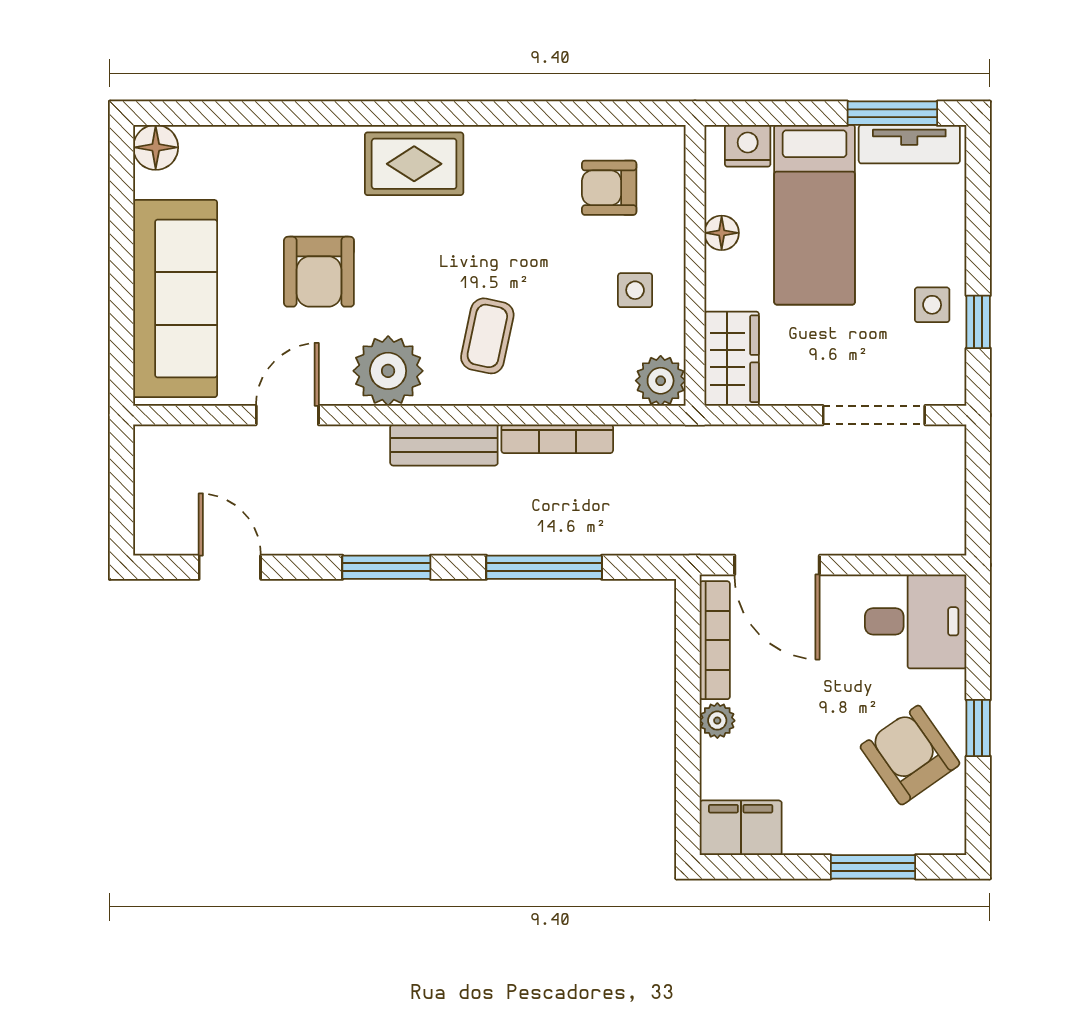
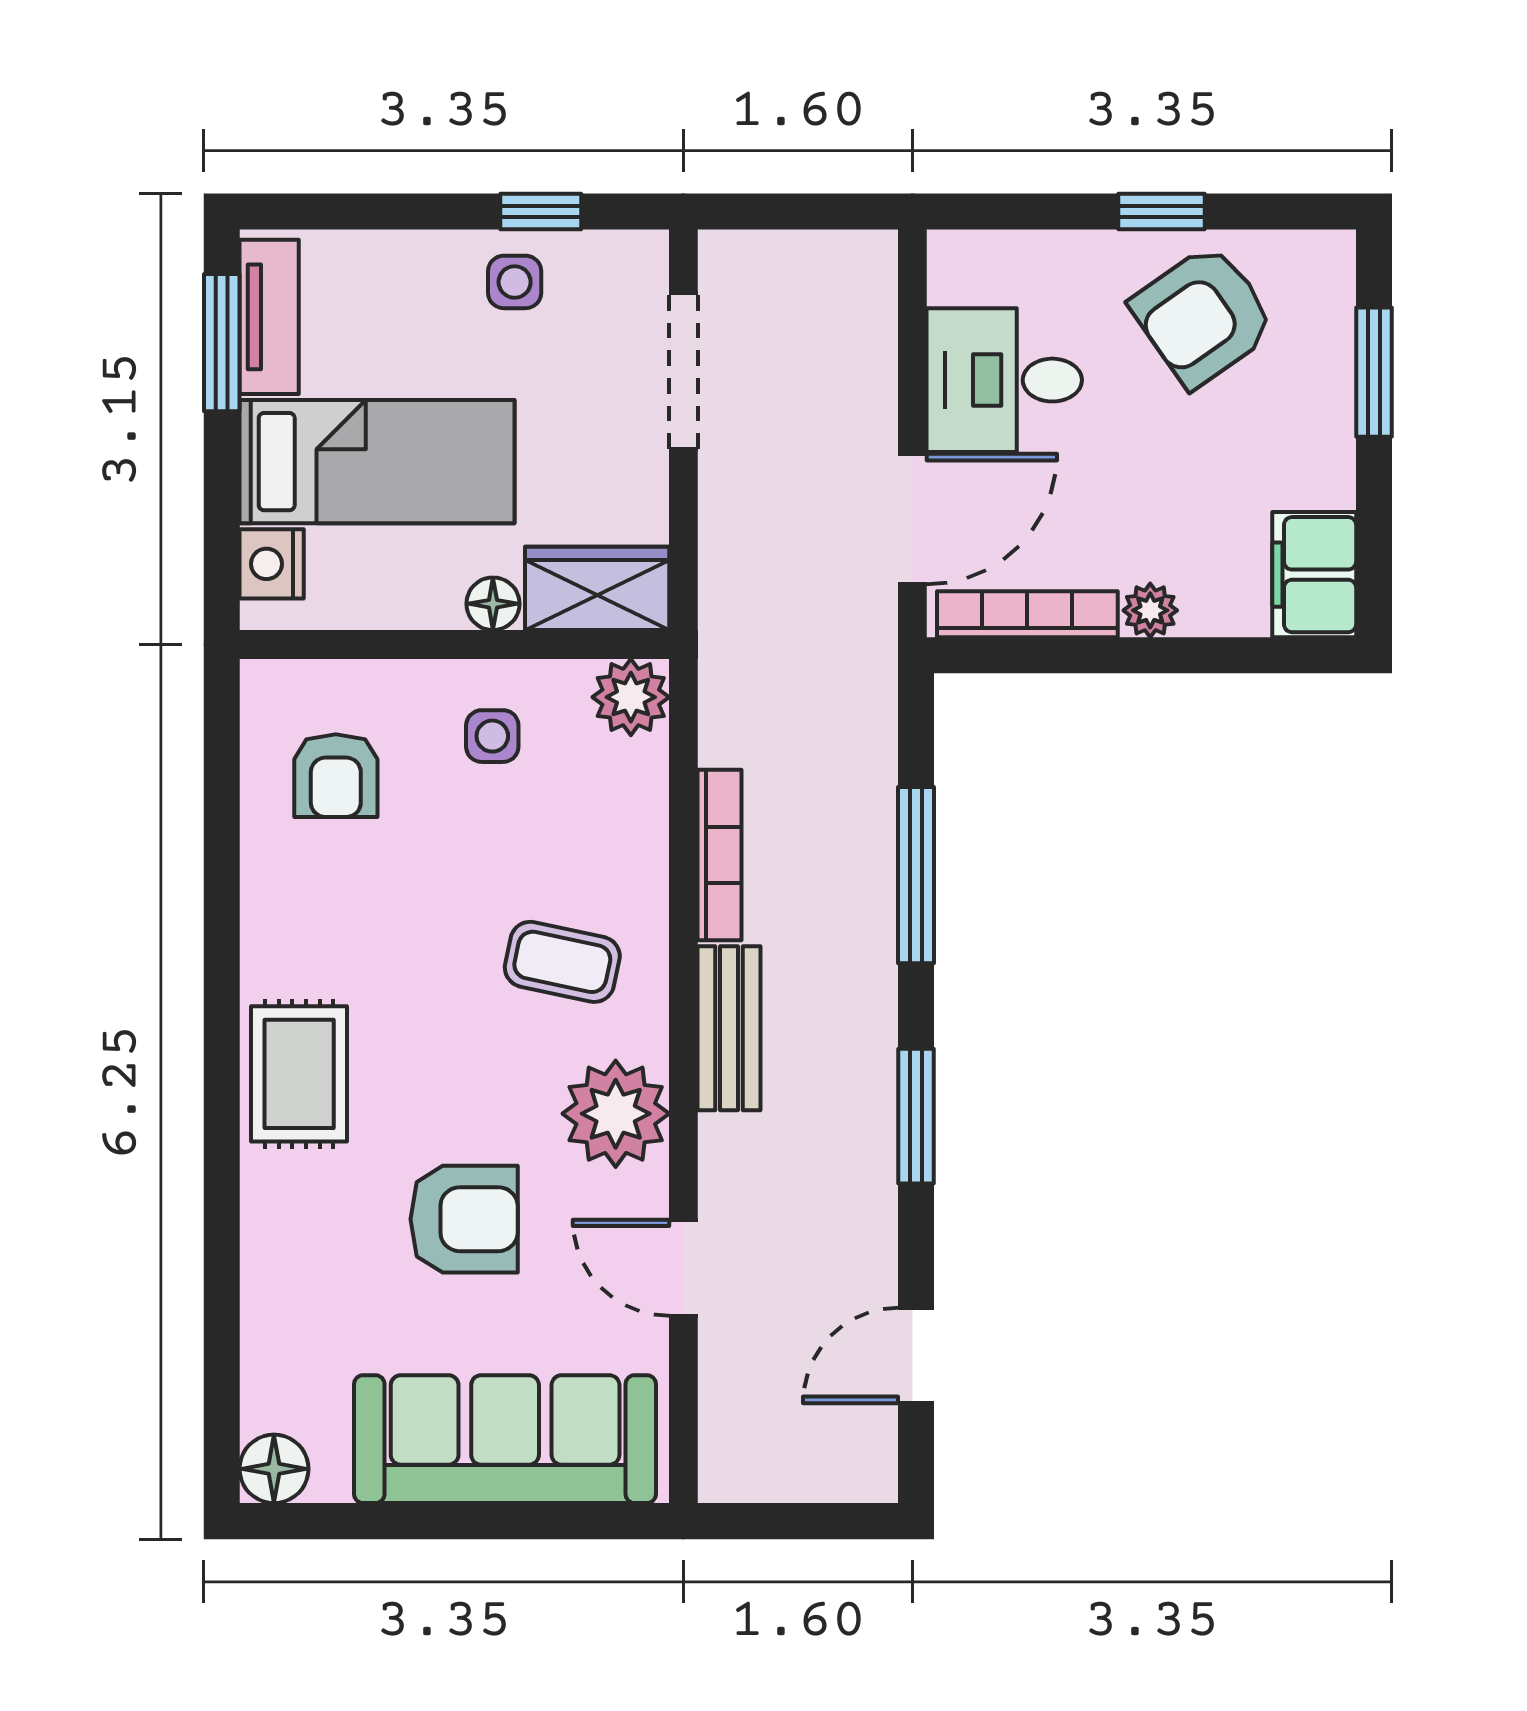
floor lamp: (722, 233) -> (493, 604), moved
desk: (916, 621) -> (1004, 380), moved, turned -90

